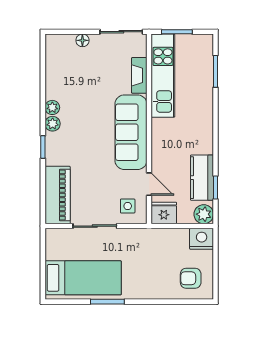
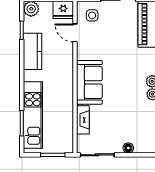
kitchen unit: (163, 76) -> (33, 115), moved, turned 180
sofa: (131, 132) -> (89, 82), width x0.73
kitchen counter: (202, 178) -> (33, 51), moved

